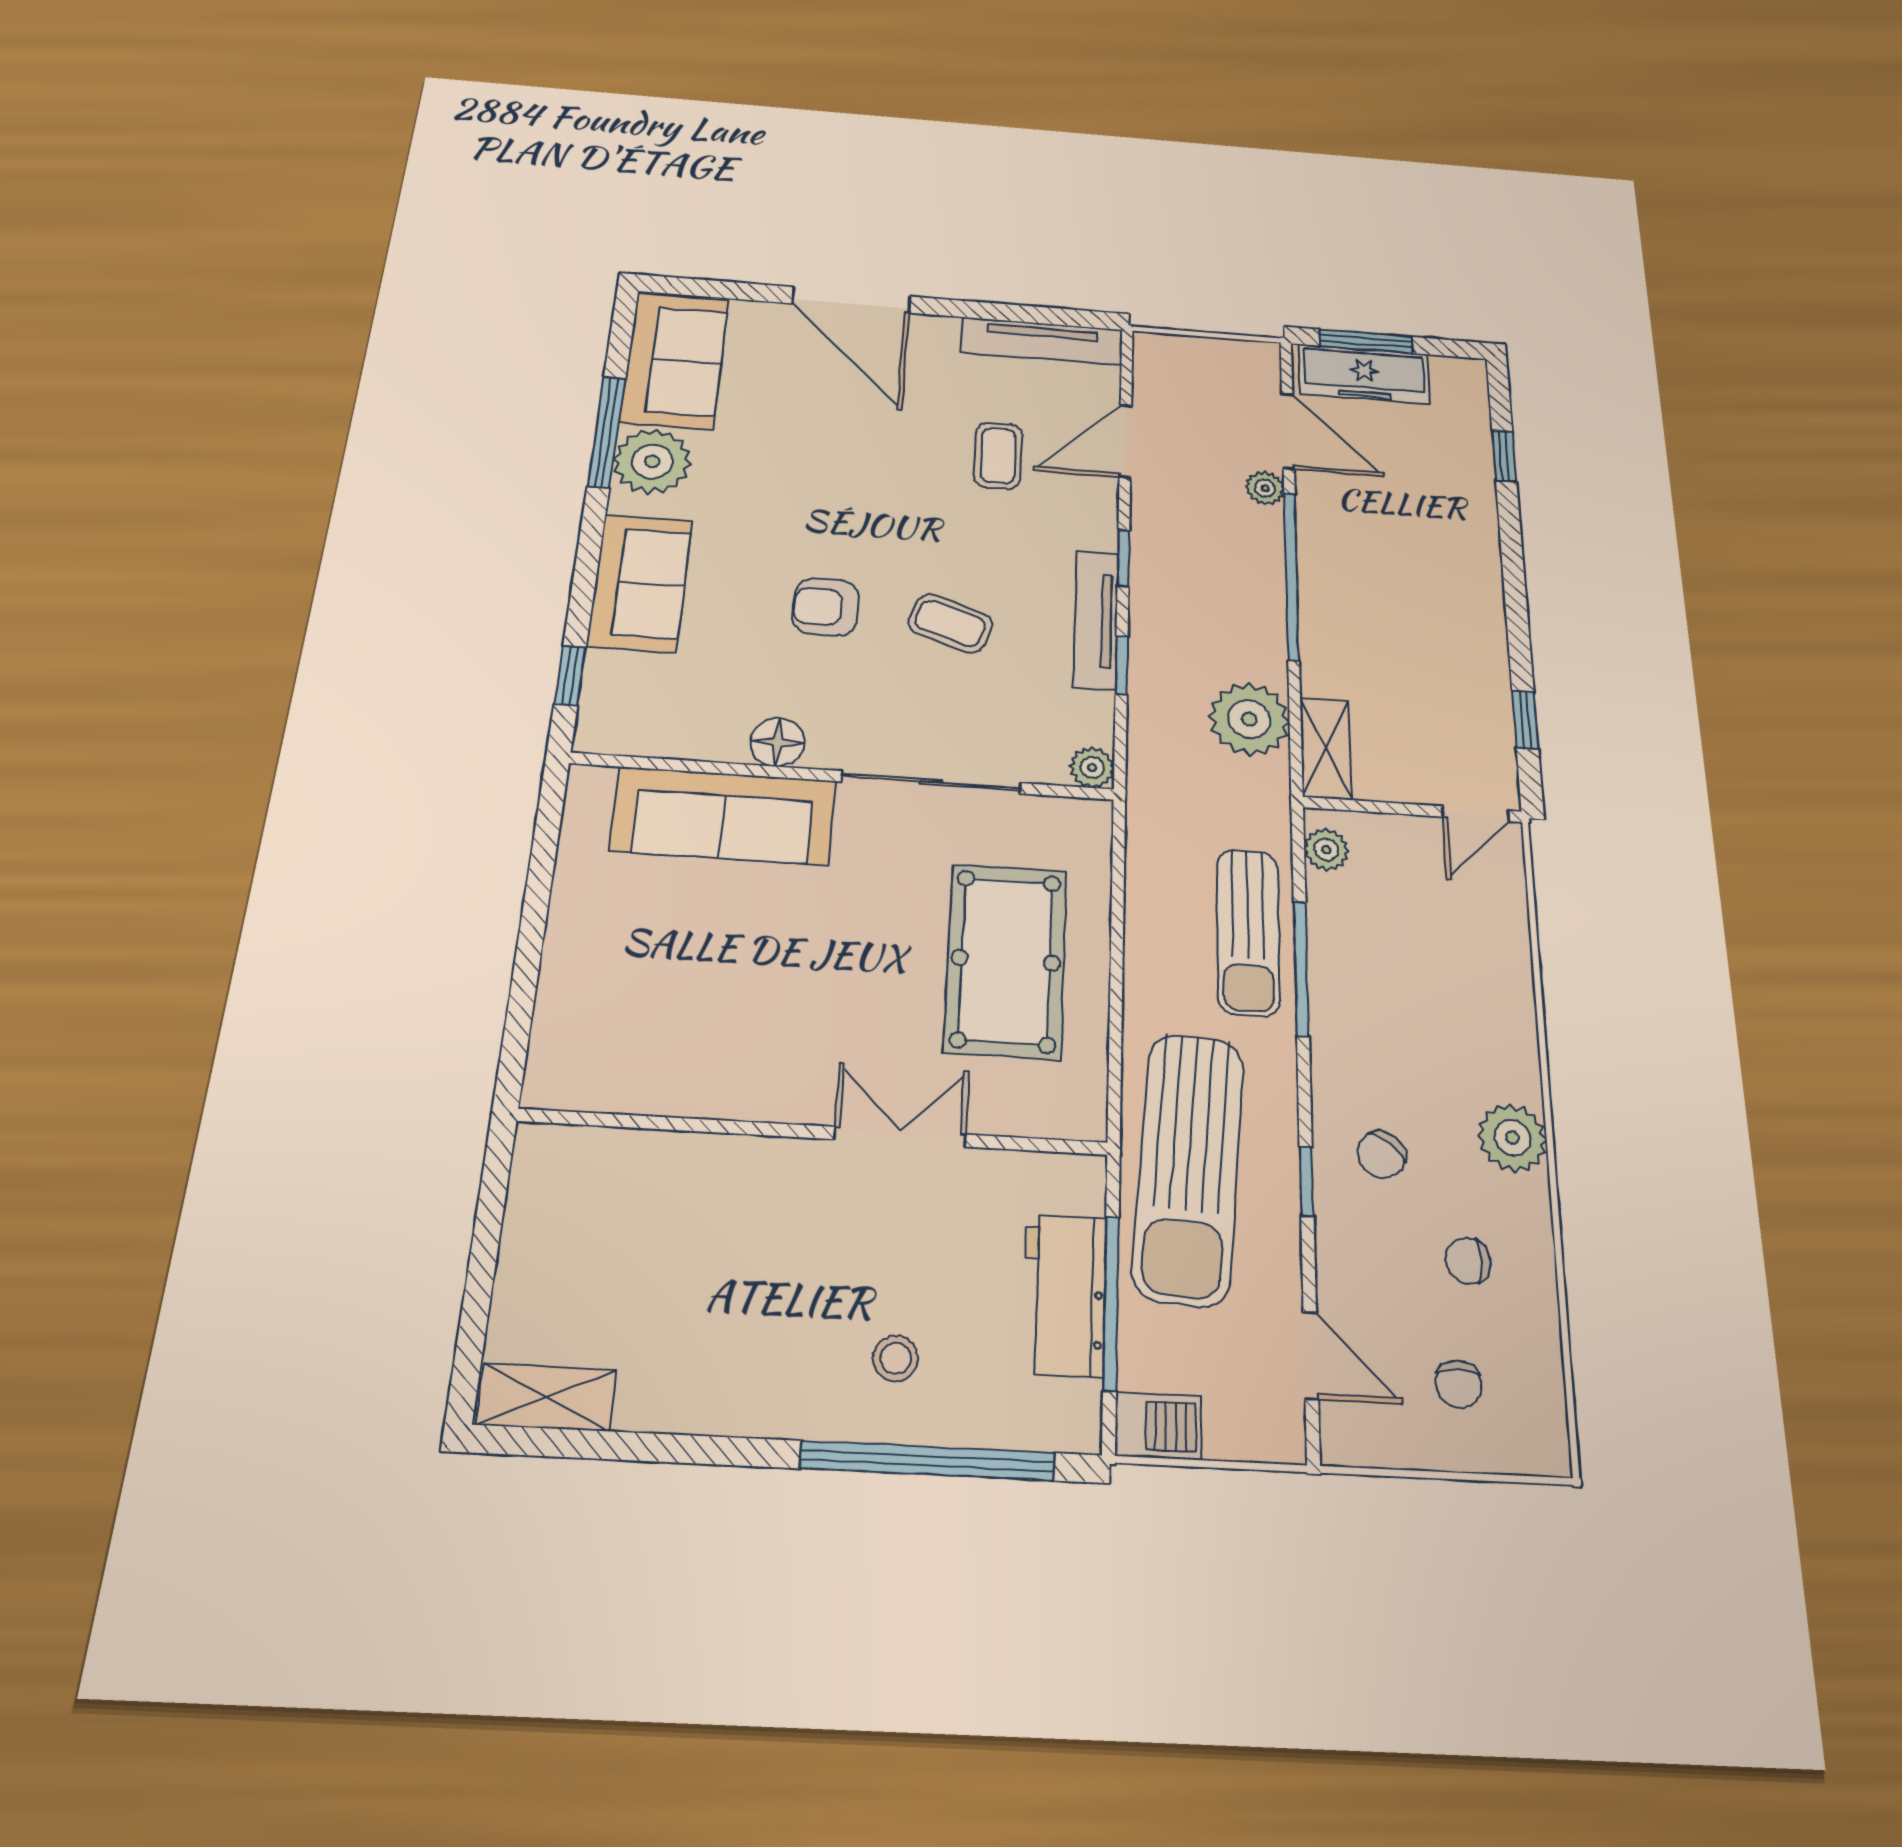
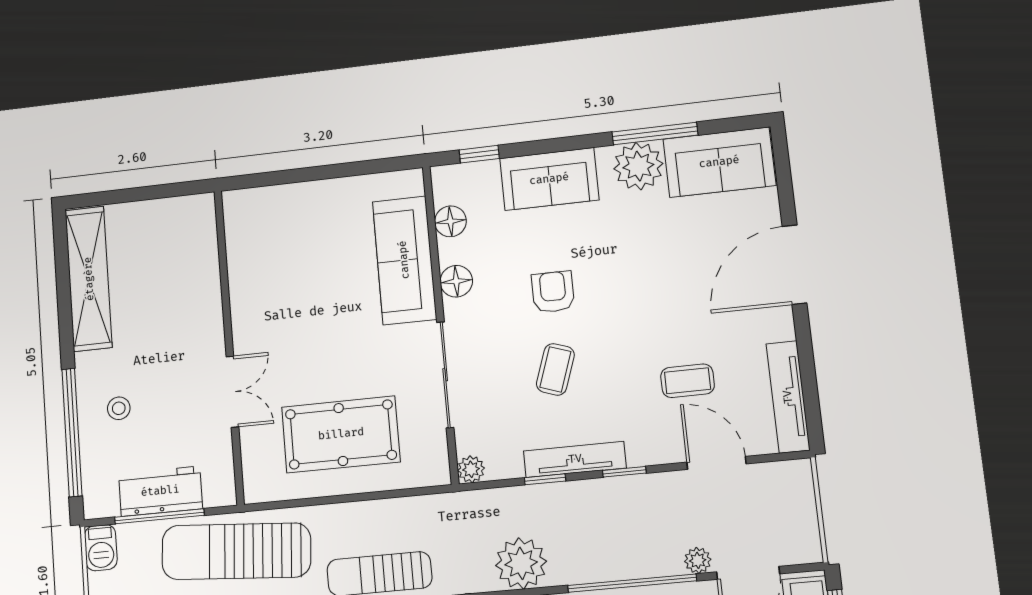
floor lamp: (674, 735) -> (450, 221), added
shelving: (546, 1397) -> (89, 279), width x2.20, depth x1.33

